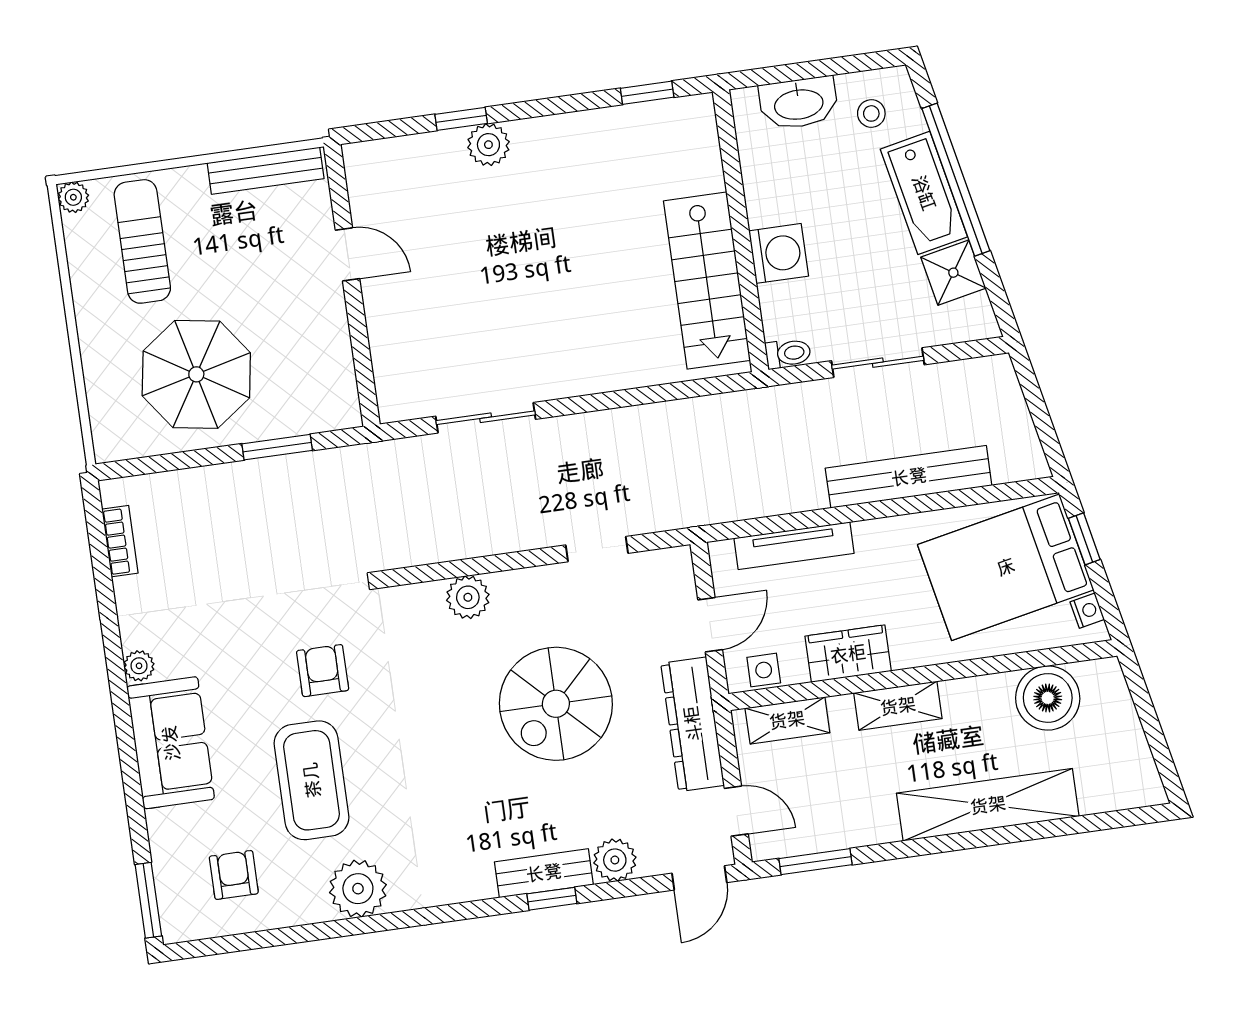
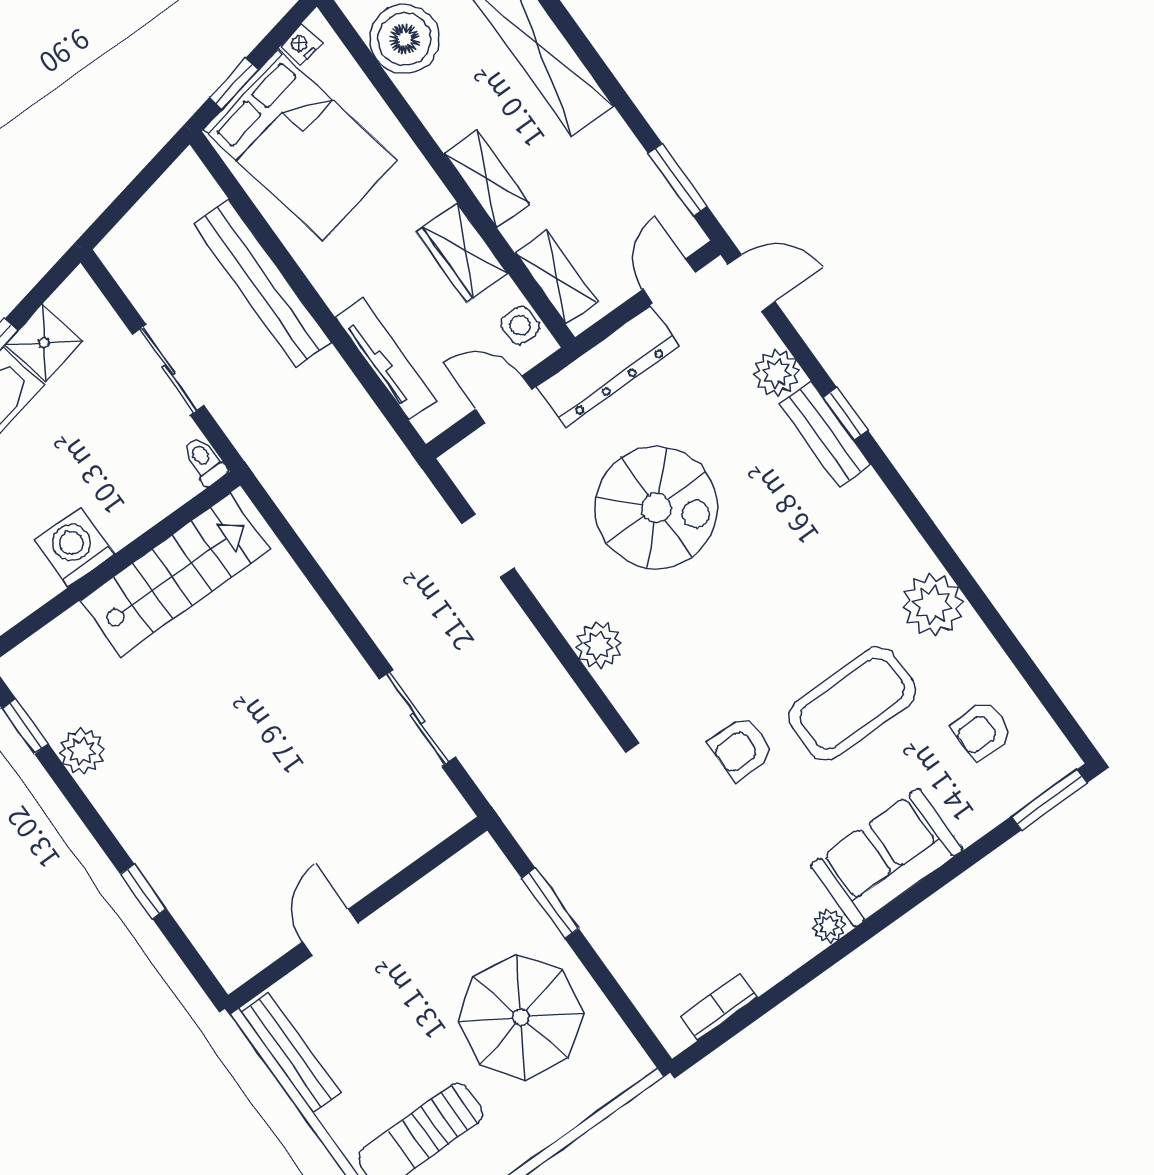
plant: (488, 145) -> (82, 751), moved
washing machine: (779, 253) -> (75, 547), moved

